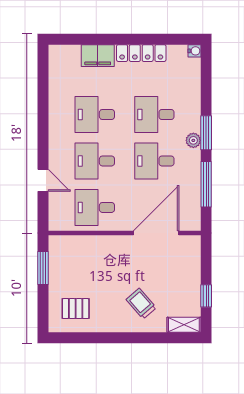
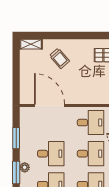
window: (206, 184) -> (16, 138), width x0.69
door: (156, 233) -> (50, 106), swing flipped
window: (206, 296) -> (16, 63), removed

